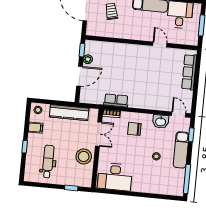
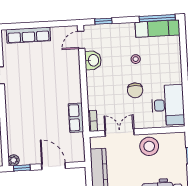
plant: (88, 59) -> (14, 160), moved
chair: (134, 129) -> (135, 90), moved
exam couch: (181, 150) -> (157, 29), moved

